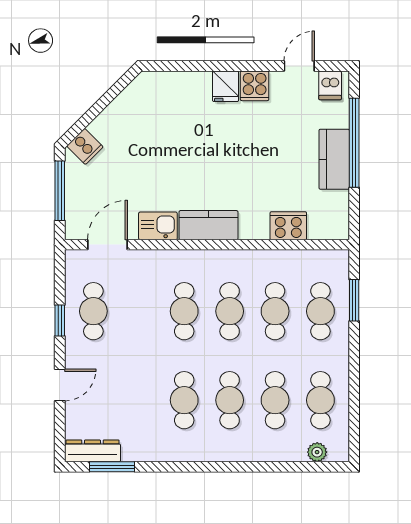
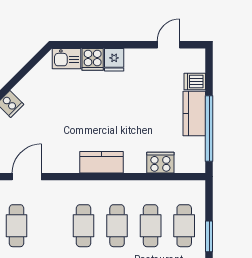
dishwasher: (330, 85) -> (195, 81), moved, turned 90
cooker: (255, 86) -> (93, 59), moved
window: (354, 143) -> (209, 129), moved
kitchen sink: (158, 226) -> (67, 59), moved, turned 180
window: (354, 300) -> (209, 236), moved

